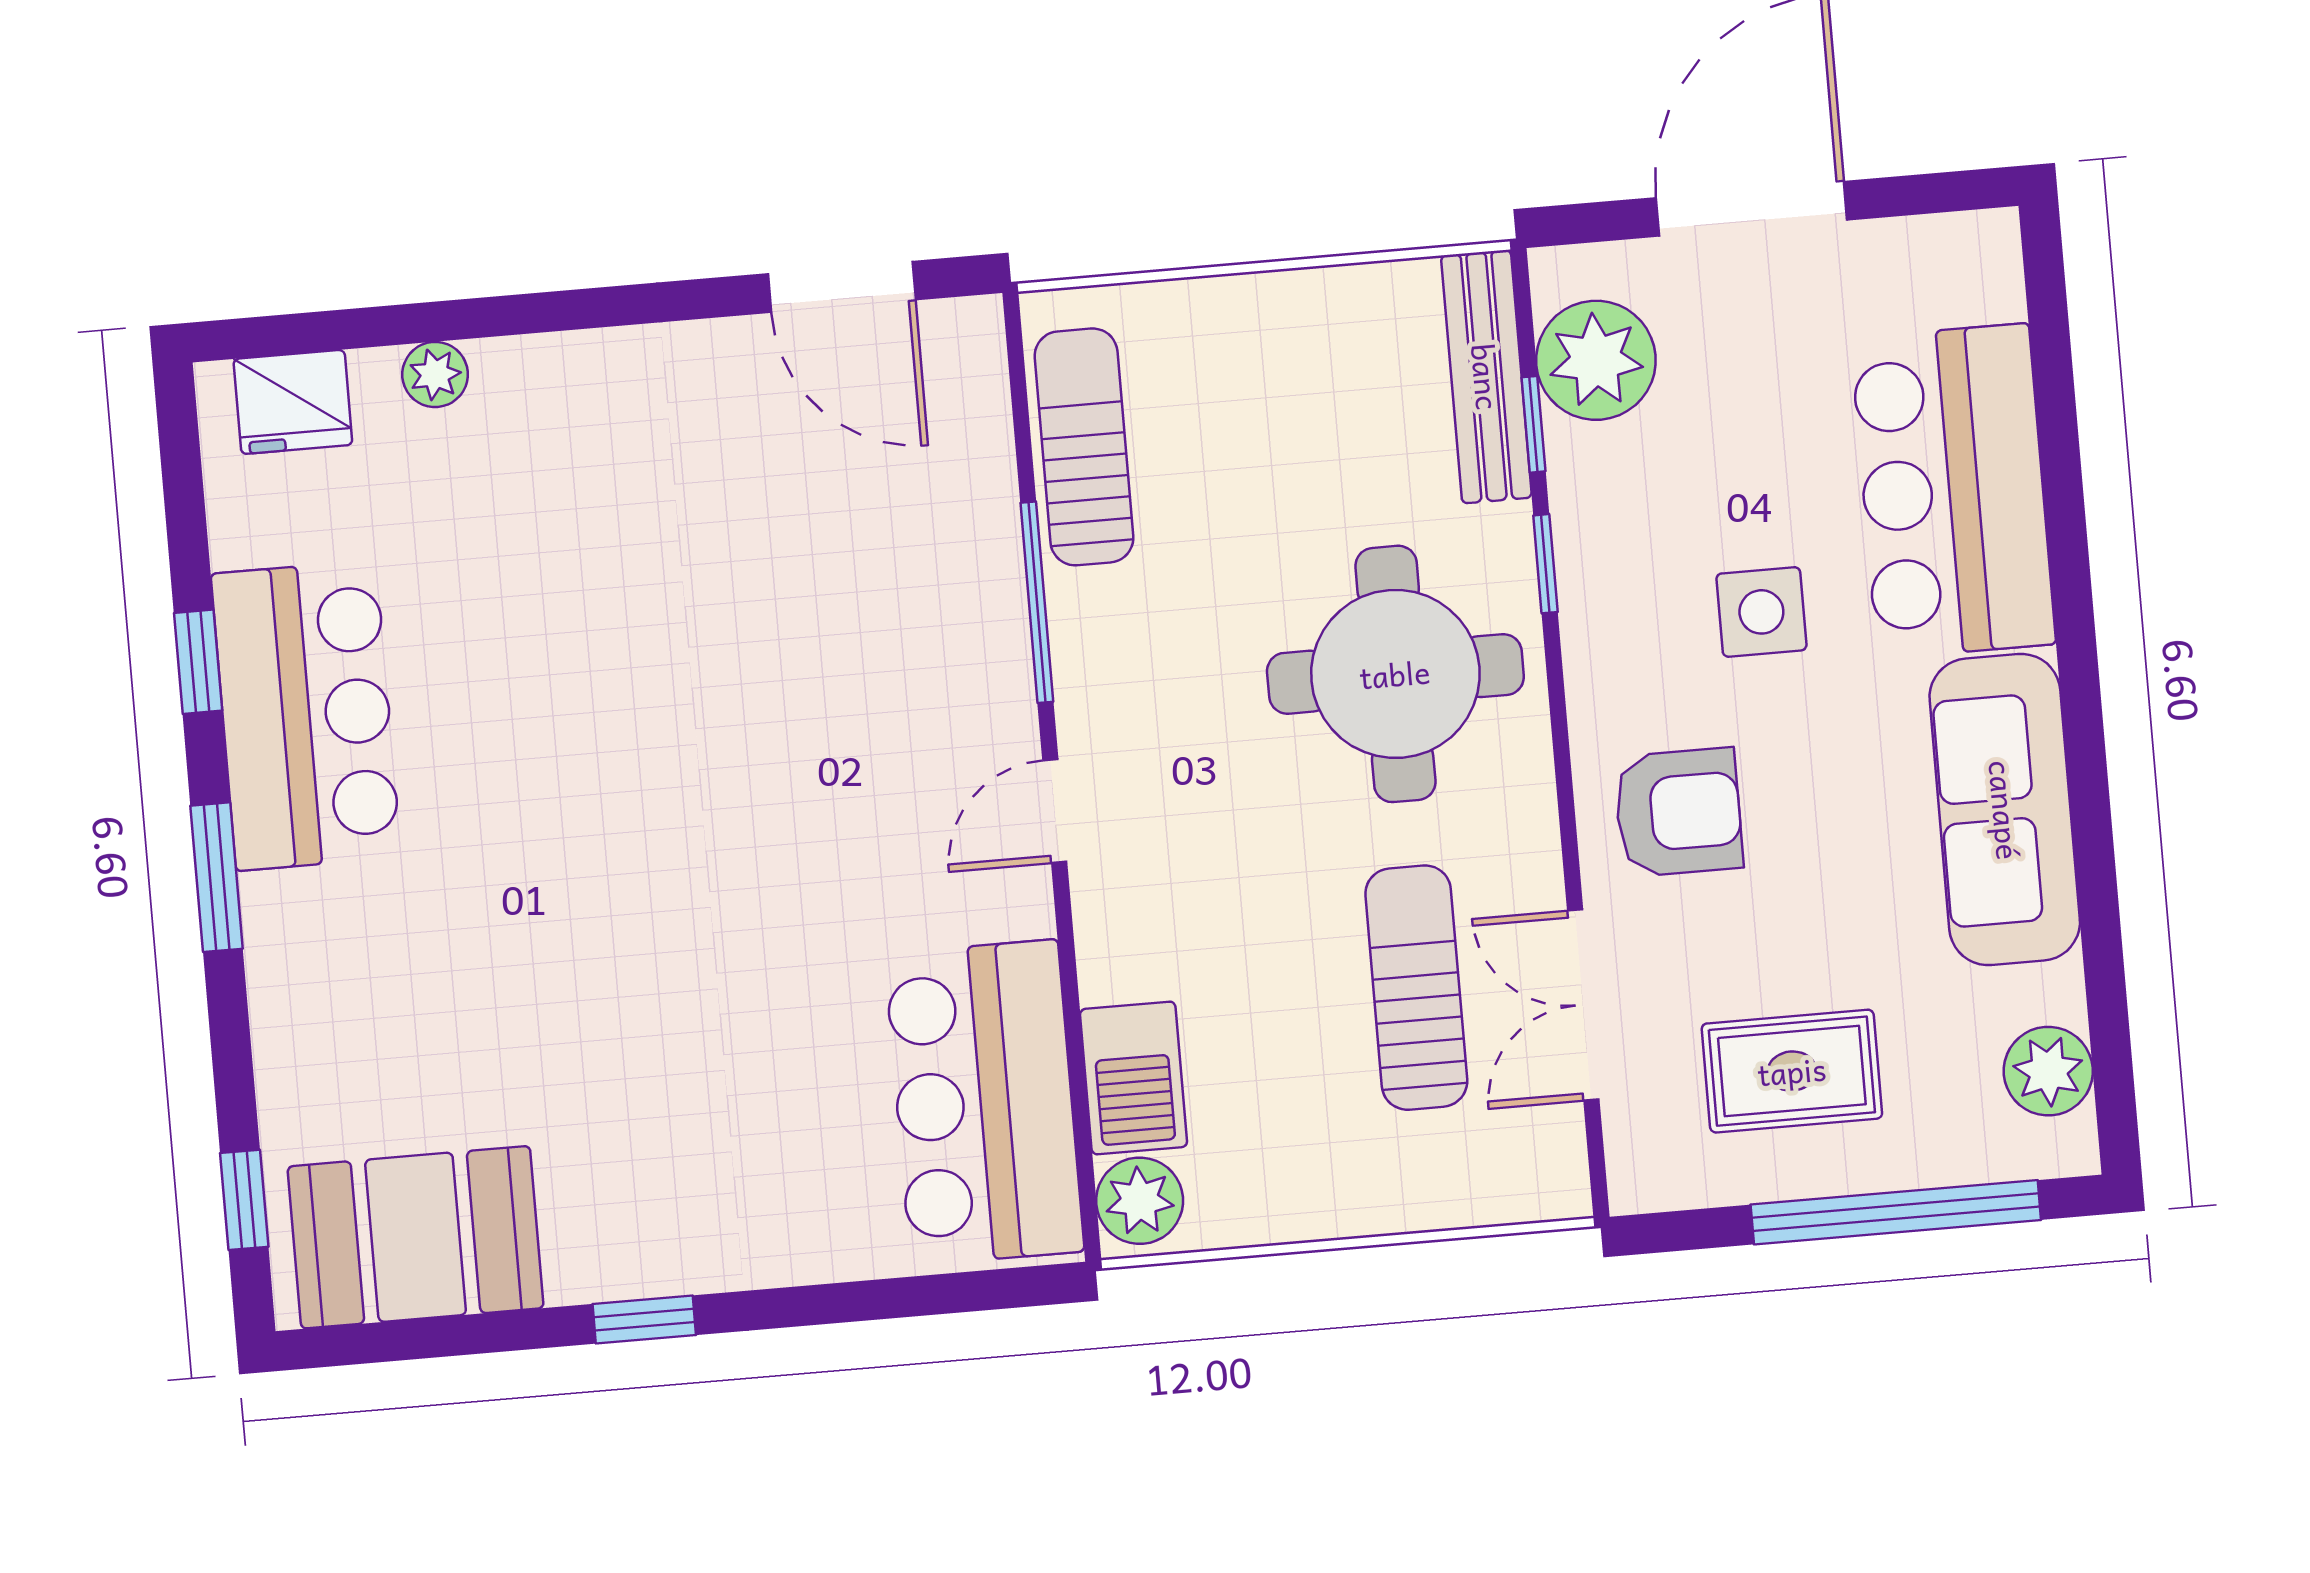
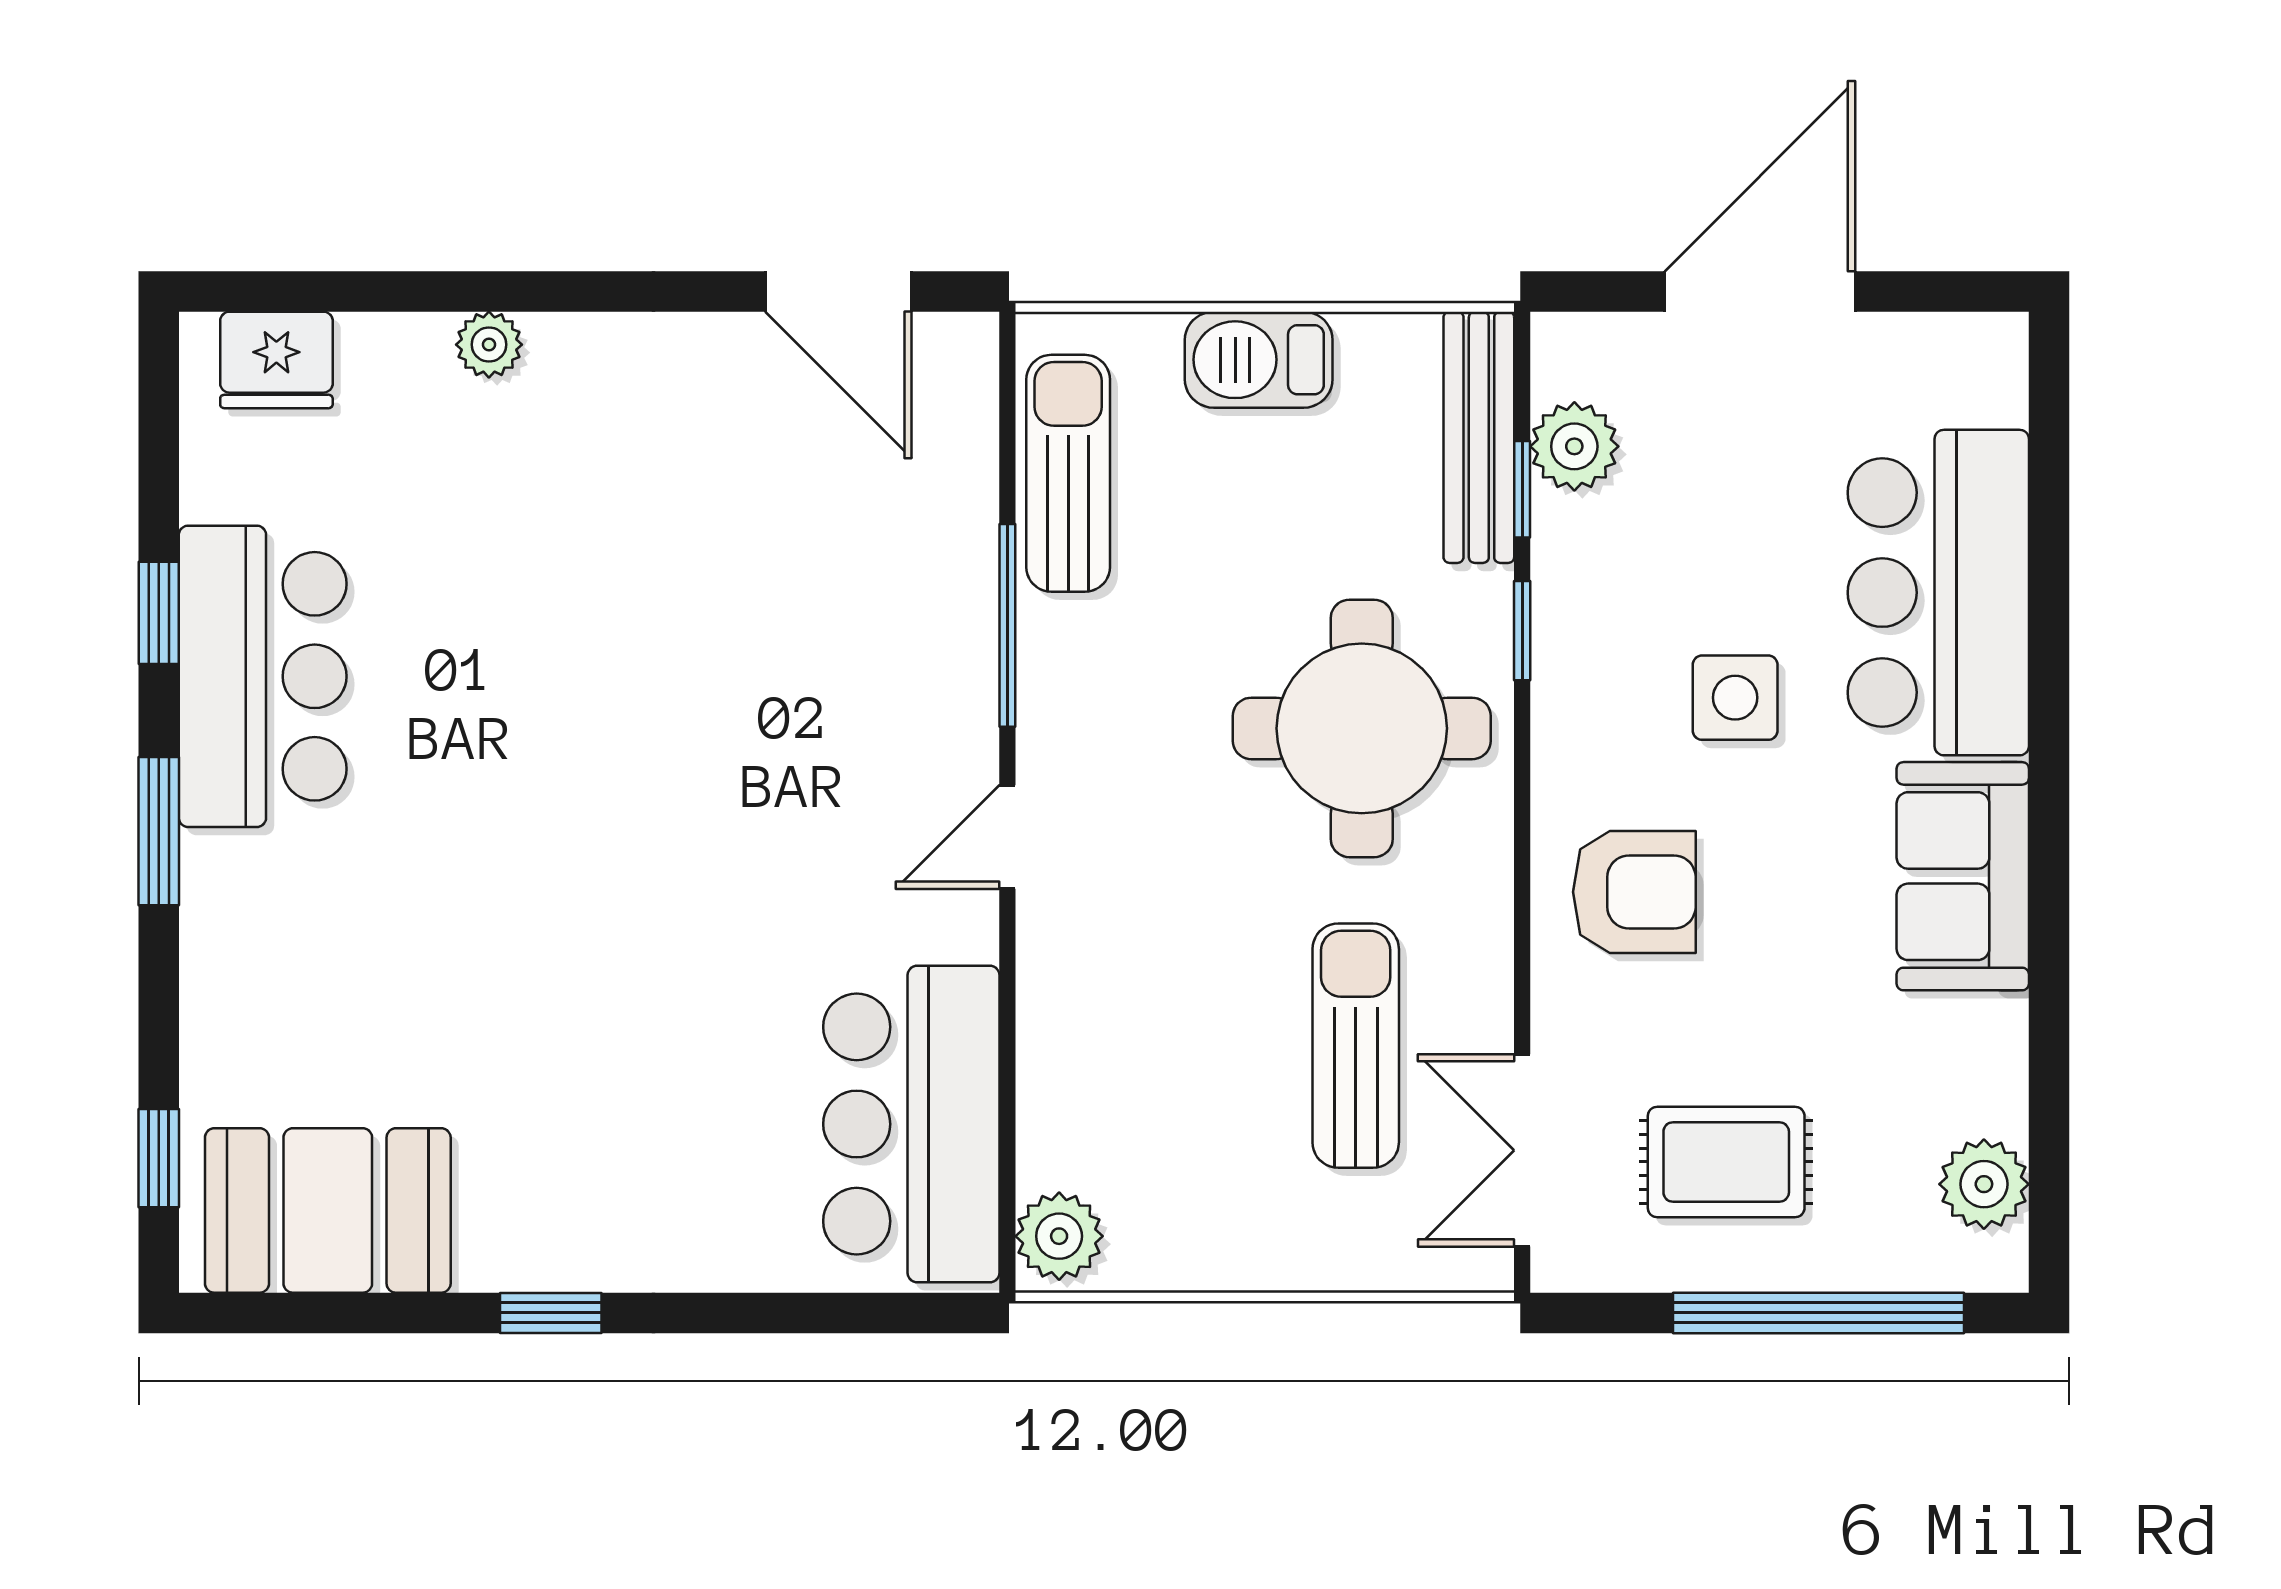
plant: (1596, 360) -> (1574, 446), width x0.73, depth x0.73
plant: (435, 374) -> (489, 345), moved
sofa: (2005, 810) -> (1963, 876), width x0.73
double door: (1583, 1005) -> (1522, 1150), moved
barbecue: (1134, 1078) -> (1259, 360), moved, turned 90

